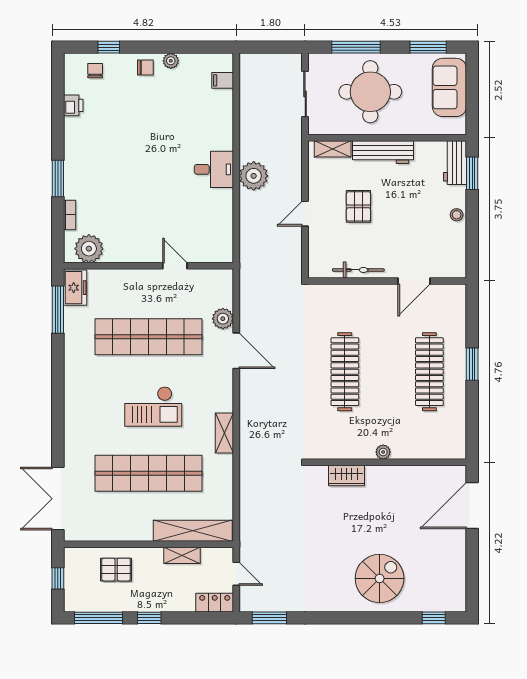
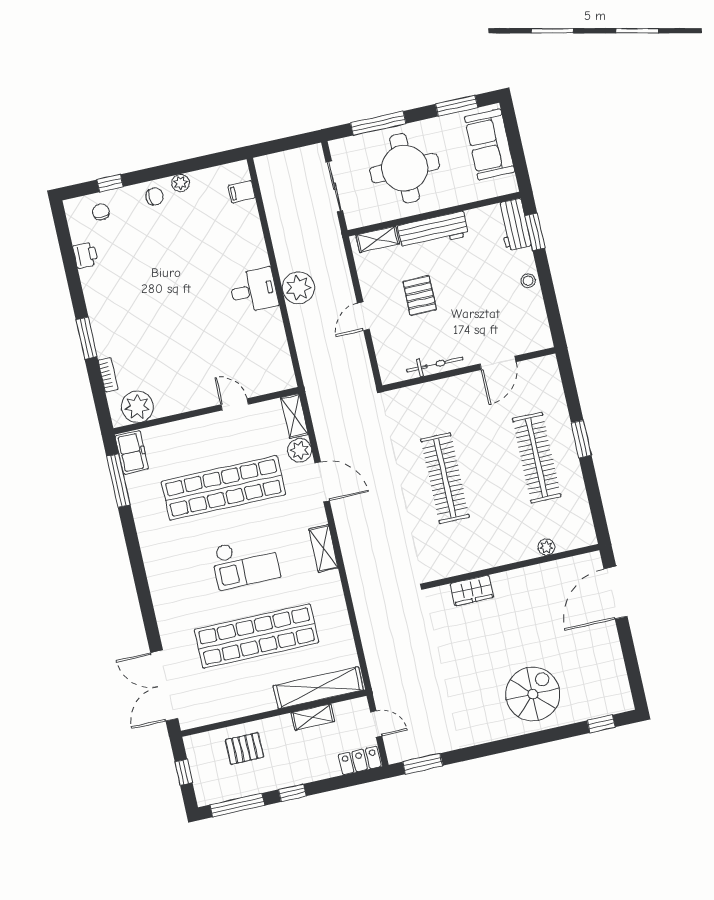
shelving: (225, 288) -> (294, 416), added
shelving: (224, 433) -> (323, 548), moved
plant: (383, 452) -> (546, 547), moved

